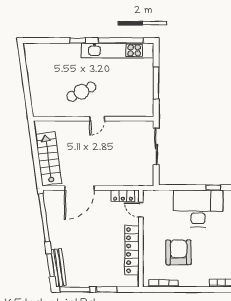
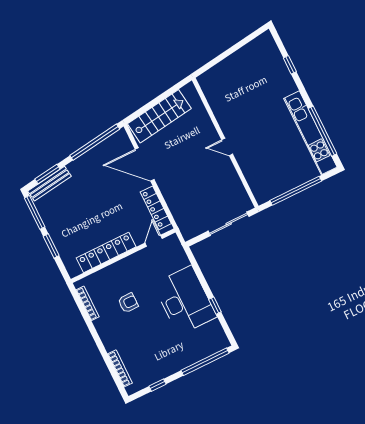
window: (78, 40) -> (290, 65), moved
window: (156, 83) -> (296, 191), width x1.46
cafe table: (81, 92) -> (248, 116), removed
locker: (123, 196) -> (156, 208), width x1.53
armchair: (179, 252) -> (128, 303), width x0.53, depth x0.53

